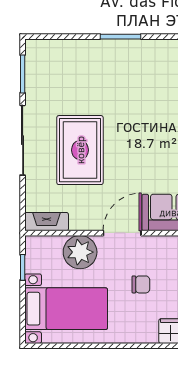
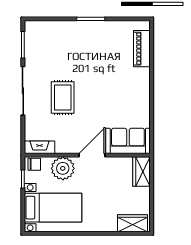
rug: (80, 150) -> (63, 98), width x0.73, depth x0.70
chair: (141, 284) -> (34, 164), moved

